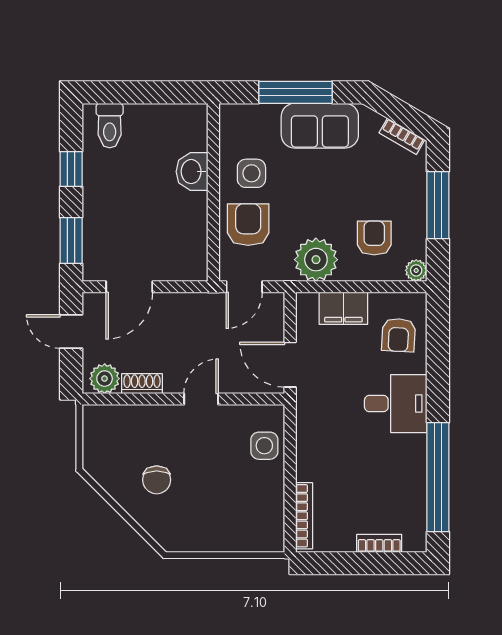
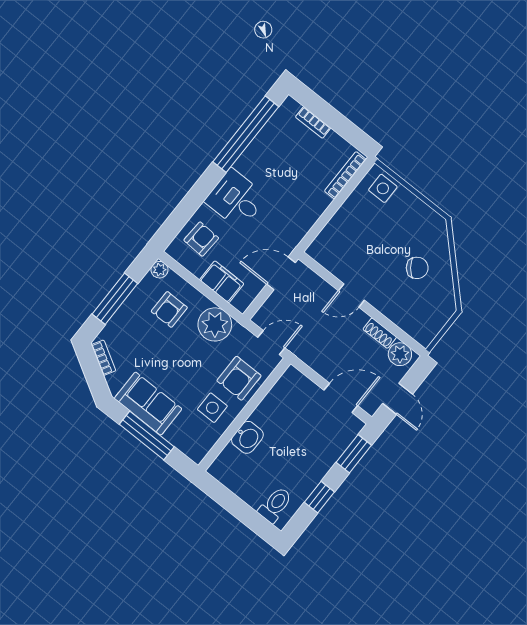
door: (290, 365) -> (281, 273), swing flipped
side table: (264, 446) -> (383, 188), moved
chair: (157, 480) -> (417, 268), turned 52

